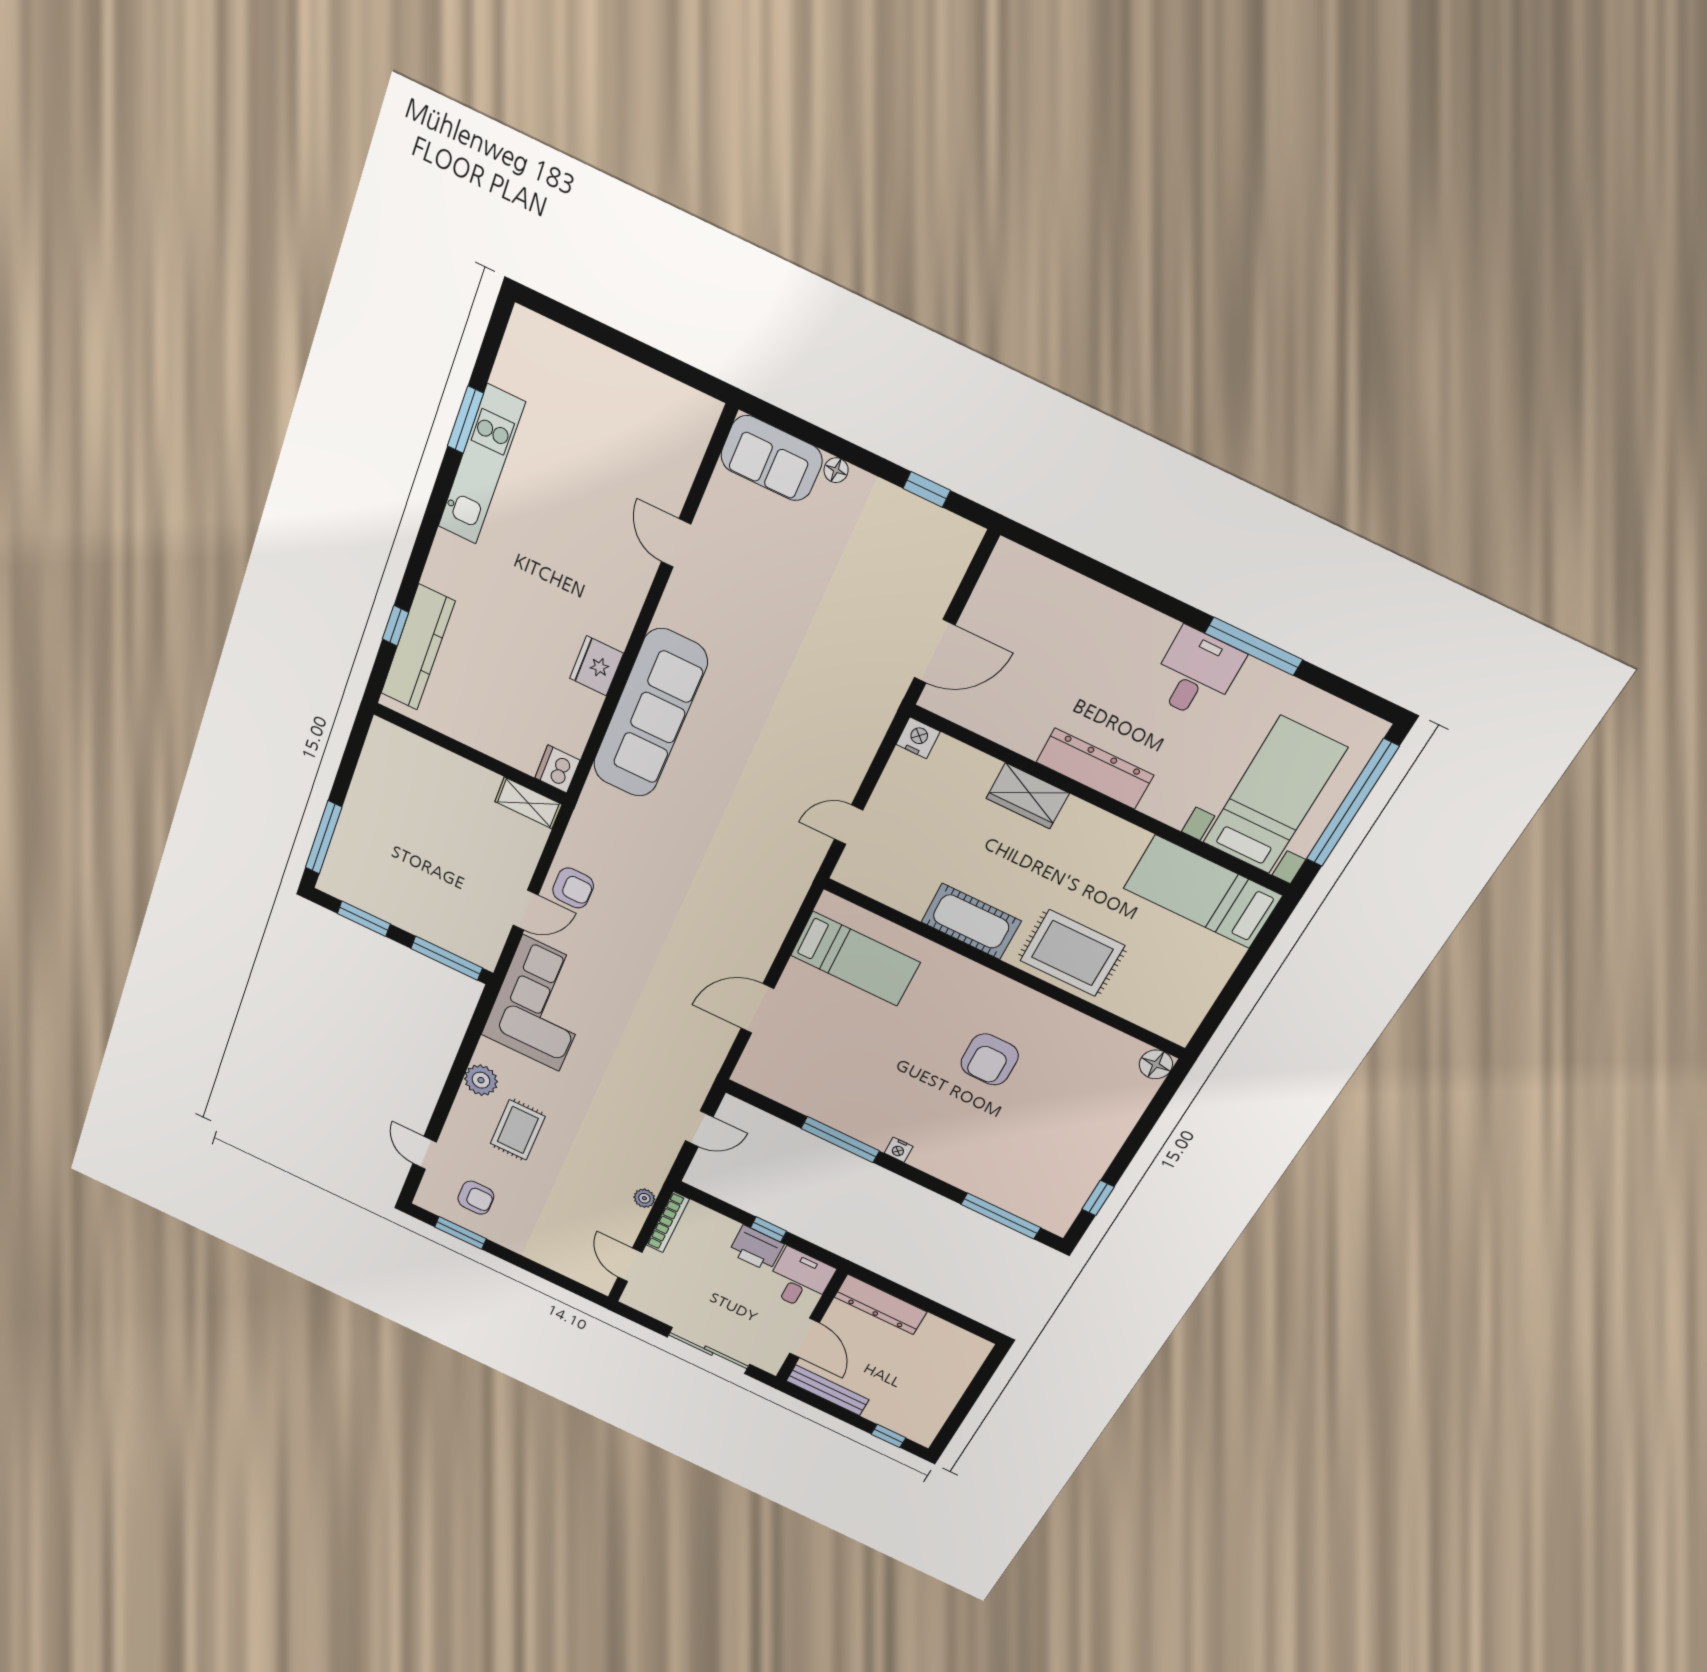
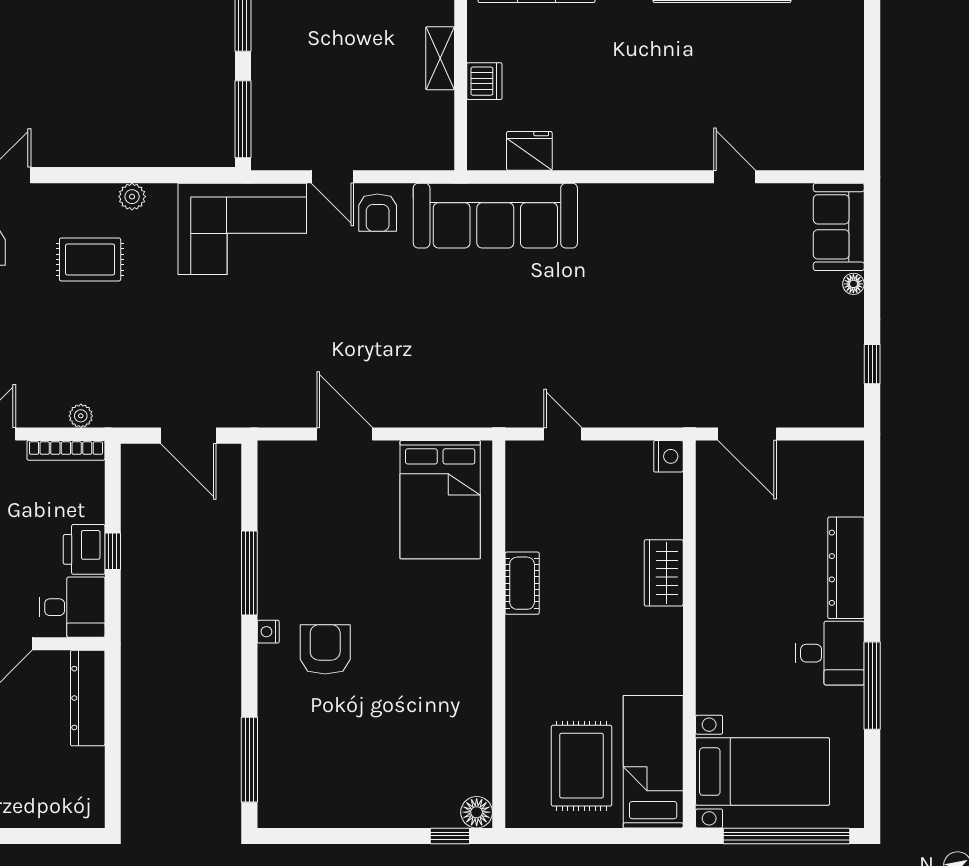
door: (676, 543) -> (735, 177), hinge flipped
fridge: (596, 666) -> (529, 151), moved
sofa: (650, 714) -> (495, 216), moved
dishwasher: (557, 769) -> (484, 81), moved, turned 90
dresser: (1095, 769) -> (846, 568), moved, turned 180
shelving: (528, 803) -> (440, 58), moved
cot: (971, 921) -> (522, 583), width x0.73, depth x0.75
rug: (1072, 953) -> (582, 766), moved
bed: (855, 959) -> (440, 500), width x1.50
armchair: (990, 1059) -> (325, 649), moved, turned 90
plant: (481, 1080) -> (132, 197), width x0.73, depth x0.73
door: (699, 1129) -> (188, 436), width x1.38
window: (1098, 1198) -> (450, 836), moved

